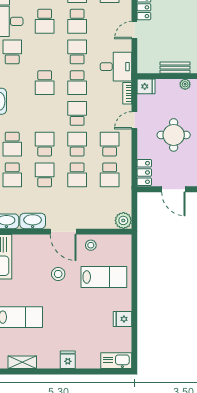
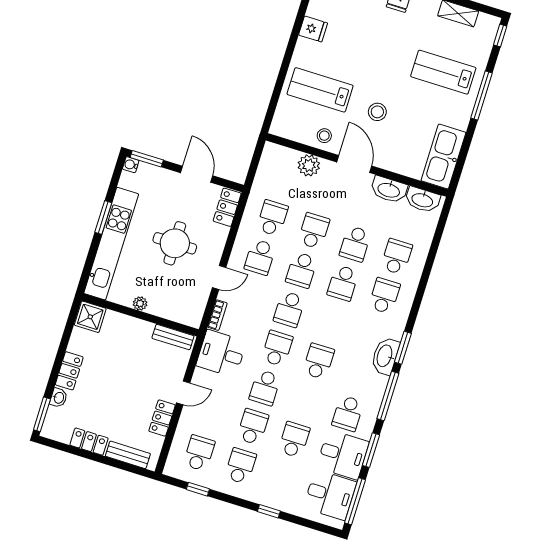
bench: (175, 68) -> (173, 337), moved
fridge: (146, 86) -> (191, 316), removed
plant: (123, 220) -> (309, 165), moved

